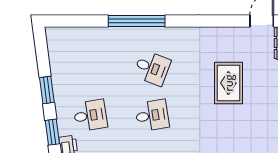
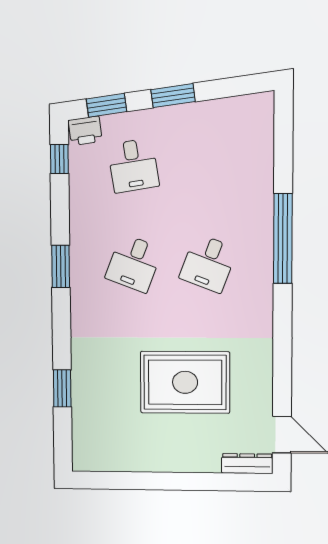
rug: (228, 83) -> (185, 382), width x1.37, depth x1.44
desk: (152, 115) -> (134, 263), turned 30

